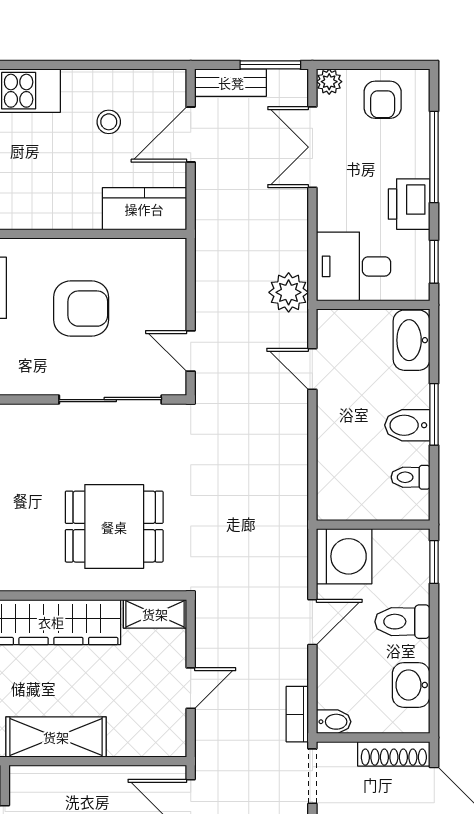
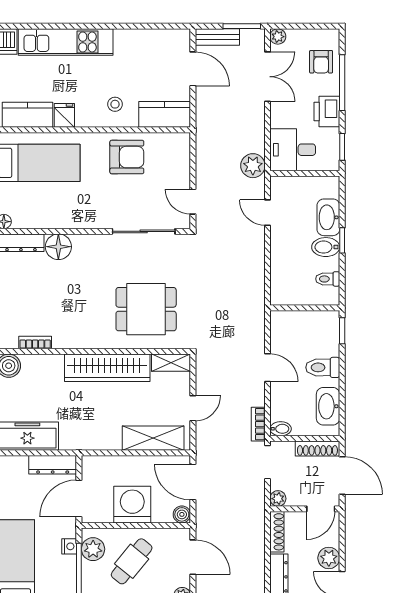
armchair: (383, 100) -> (321, 62), moved
stool: (109, 122) -> (115, 104), moved
door: (191, 134) -> (193, 69), swing flipped
double door: (312, 147) -> (268, 77), swing flipped
armchair: (81, 309) -> (127, 157), moved
washbasin: (412, 340) -> (328, 217), moved
window: (434, 414) -> (342, 240), width x0.67
washing machine: (344, 556) -> (287, 327), removed
door: (312, 622) -> (268, 368), hinge flipped
washbasin: (411, 685) -> (328, 406), width x1.38
shelving: (56, 737) -> (153, 438), moved

